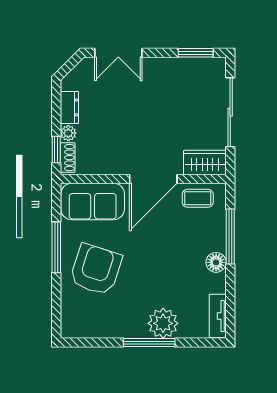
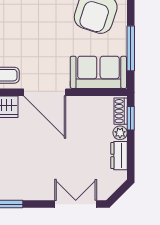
door: (153, 179) -> (45, 92), swing flipped
window: (56, 247) -> (131, 48), moved

